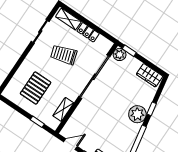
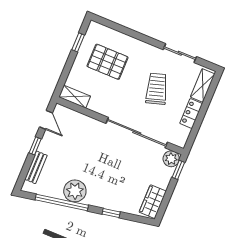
shelving: (63, 109) -> (75, 97), moved
plant: (137, 114) -> (75, 191), moved
window: (37, 122) -> (78, 42), moved

